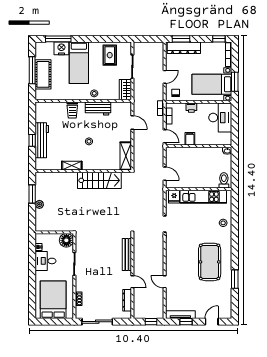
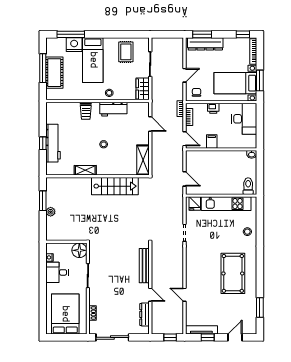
window: (235, 279) -> (260, 308), moved

